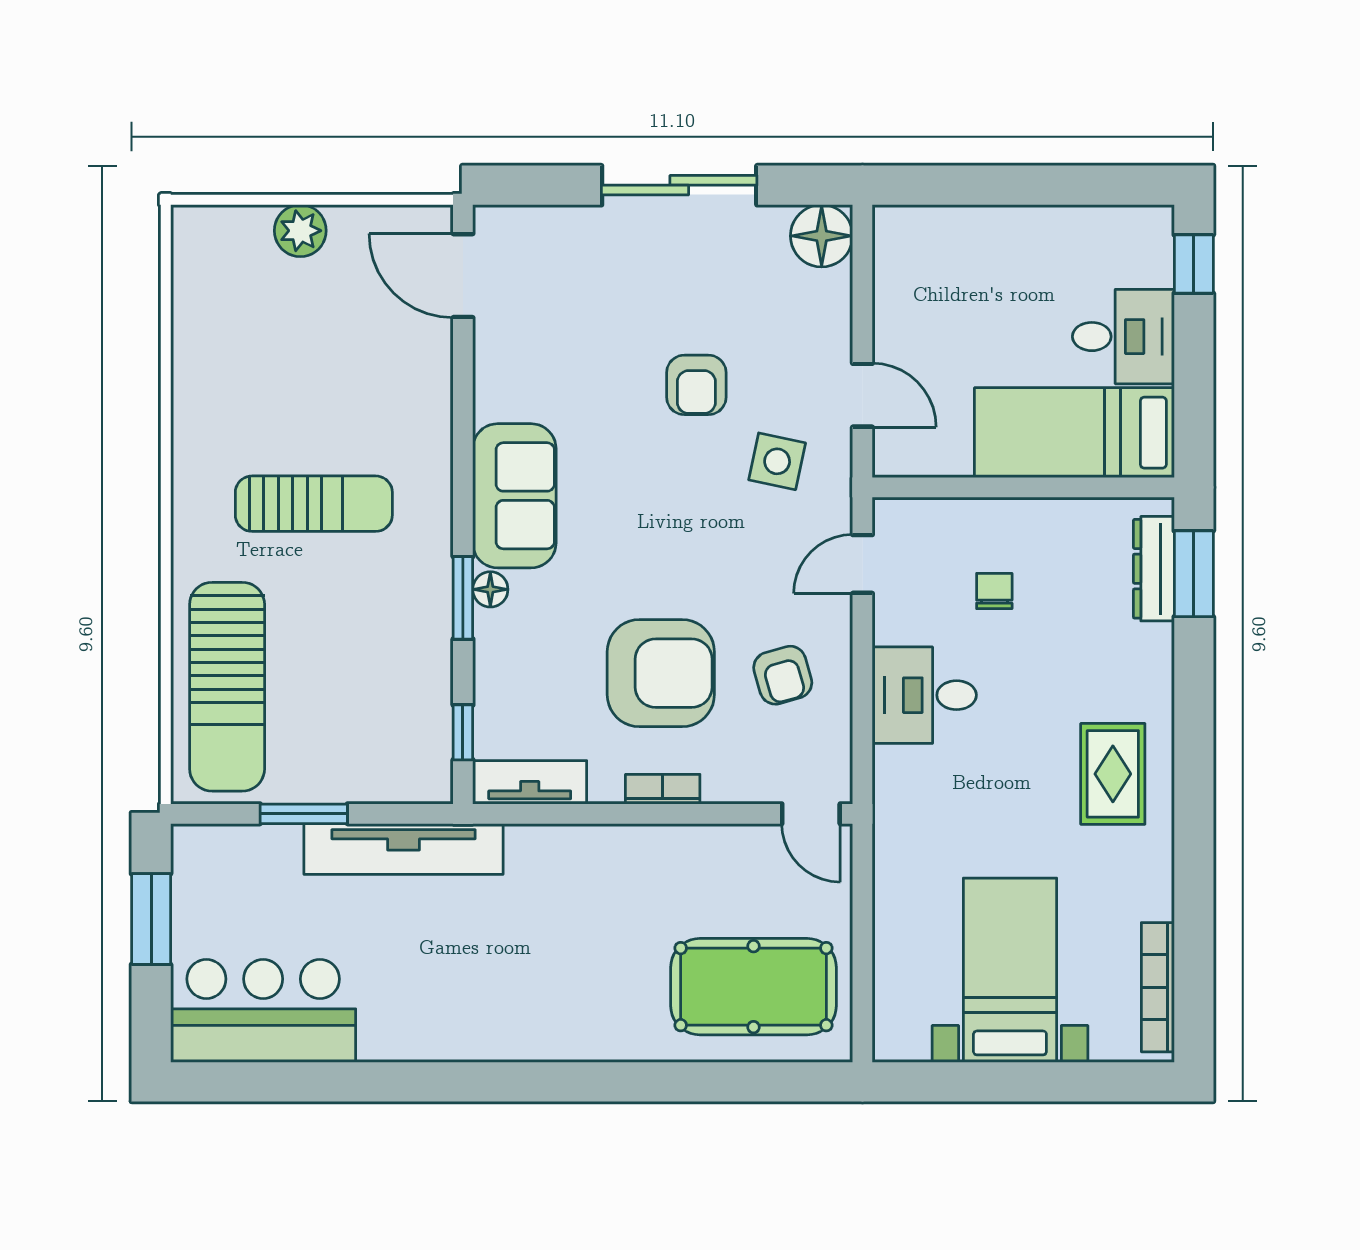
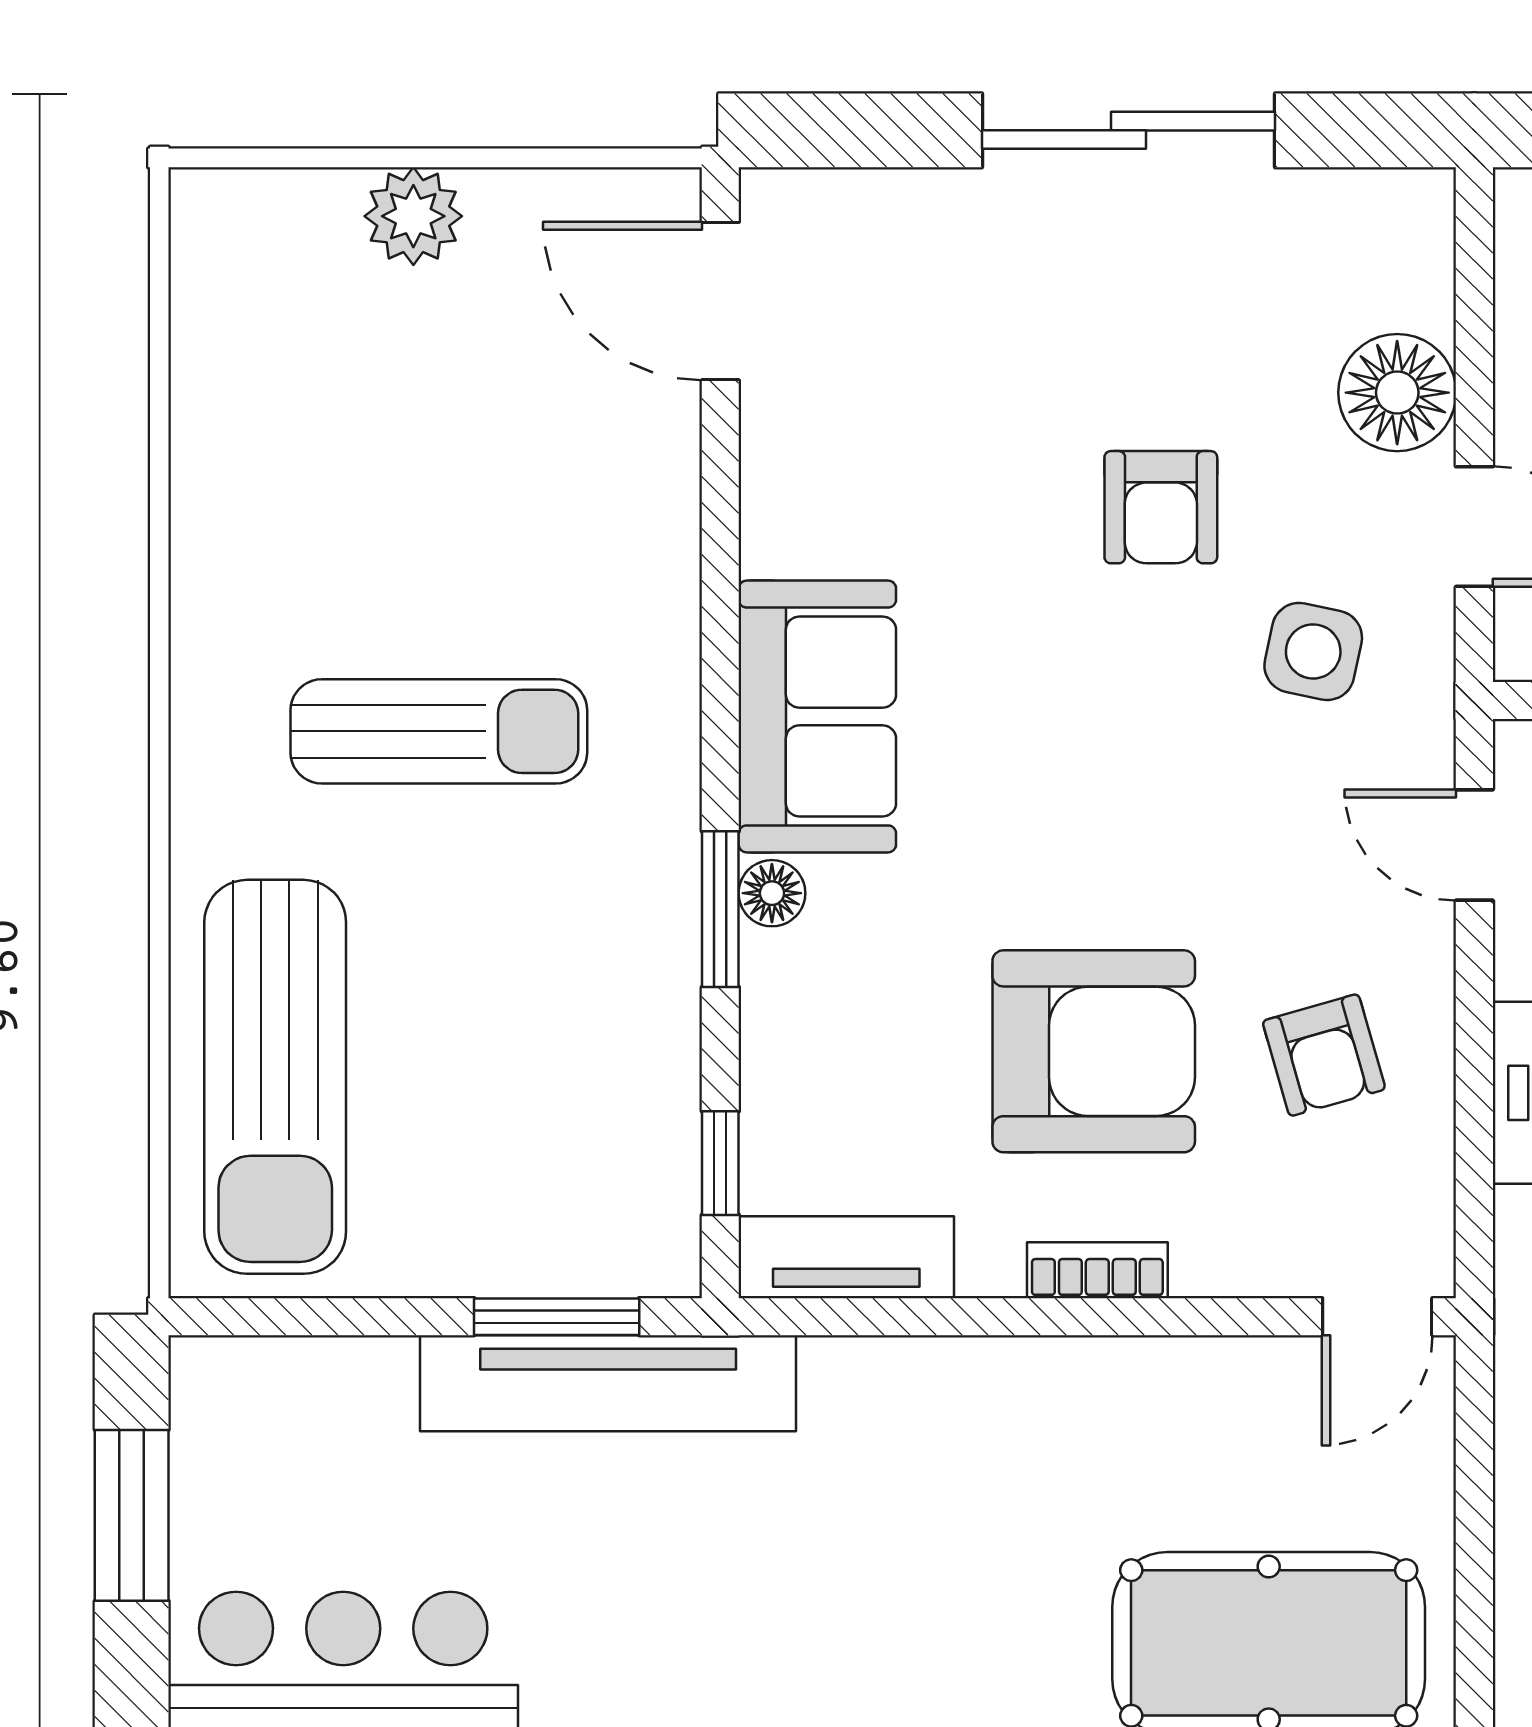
floor lamp: (822, 236) -> (1397, 393), moved
door: (862, 564) -> (1474, 845), hinge flipped
window: (304, 814) -> (557, 1317), moved
door: (811, 814) -> (1377, 1317), hinge flipped

